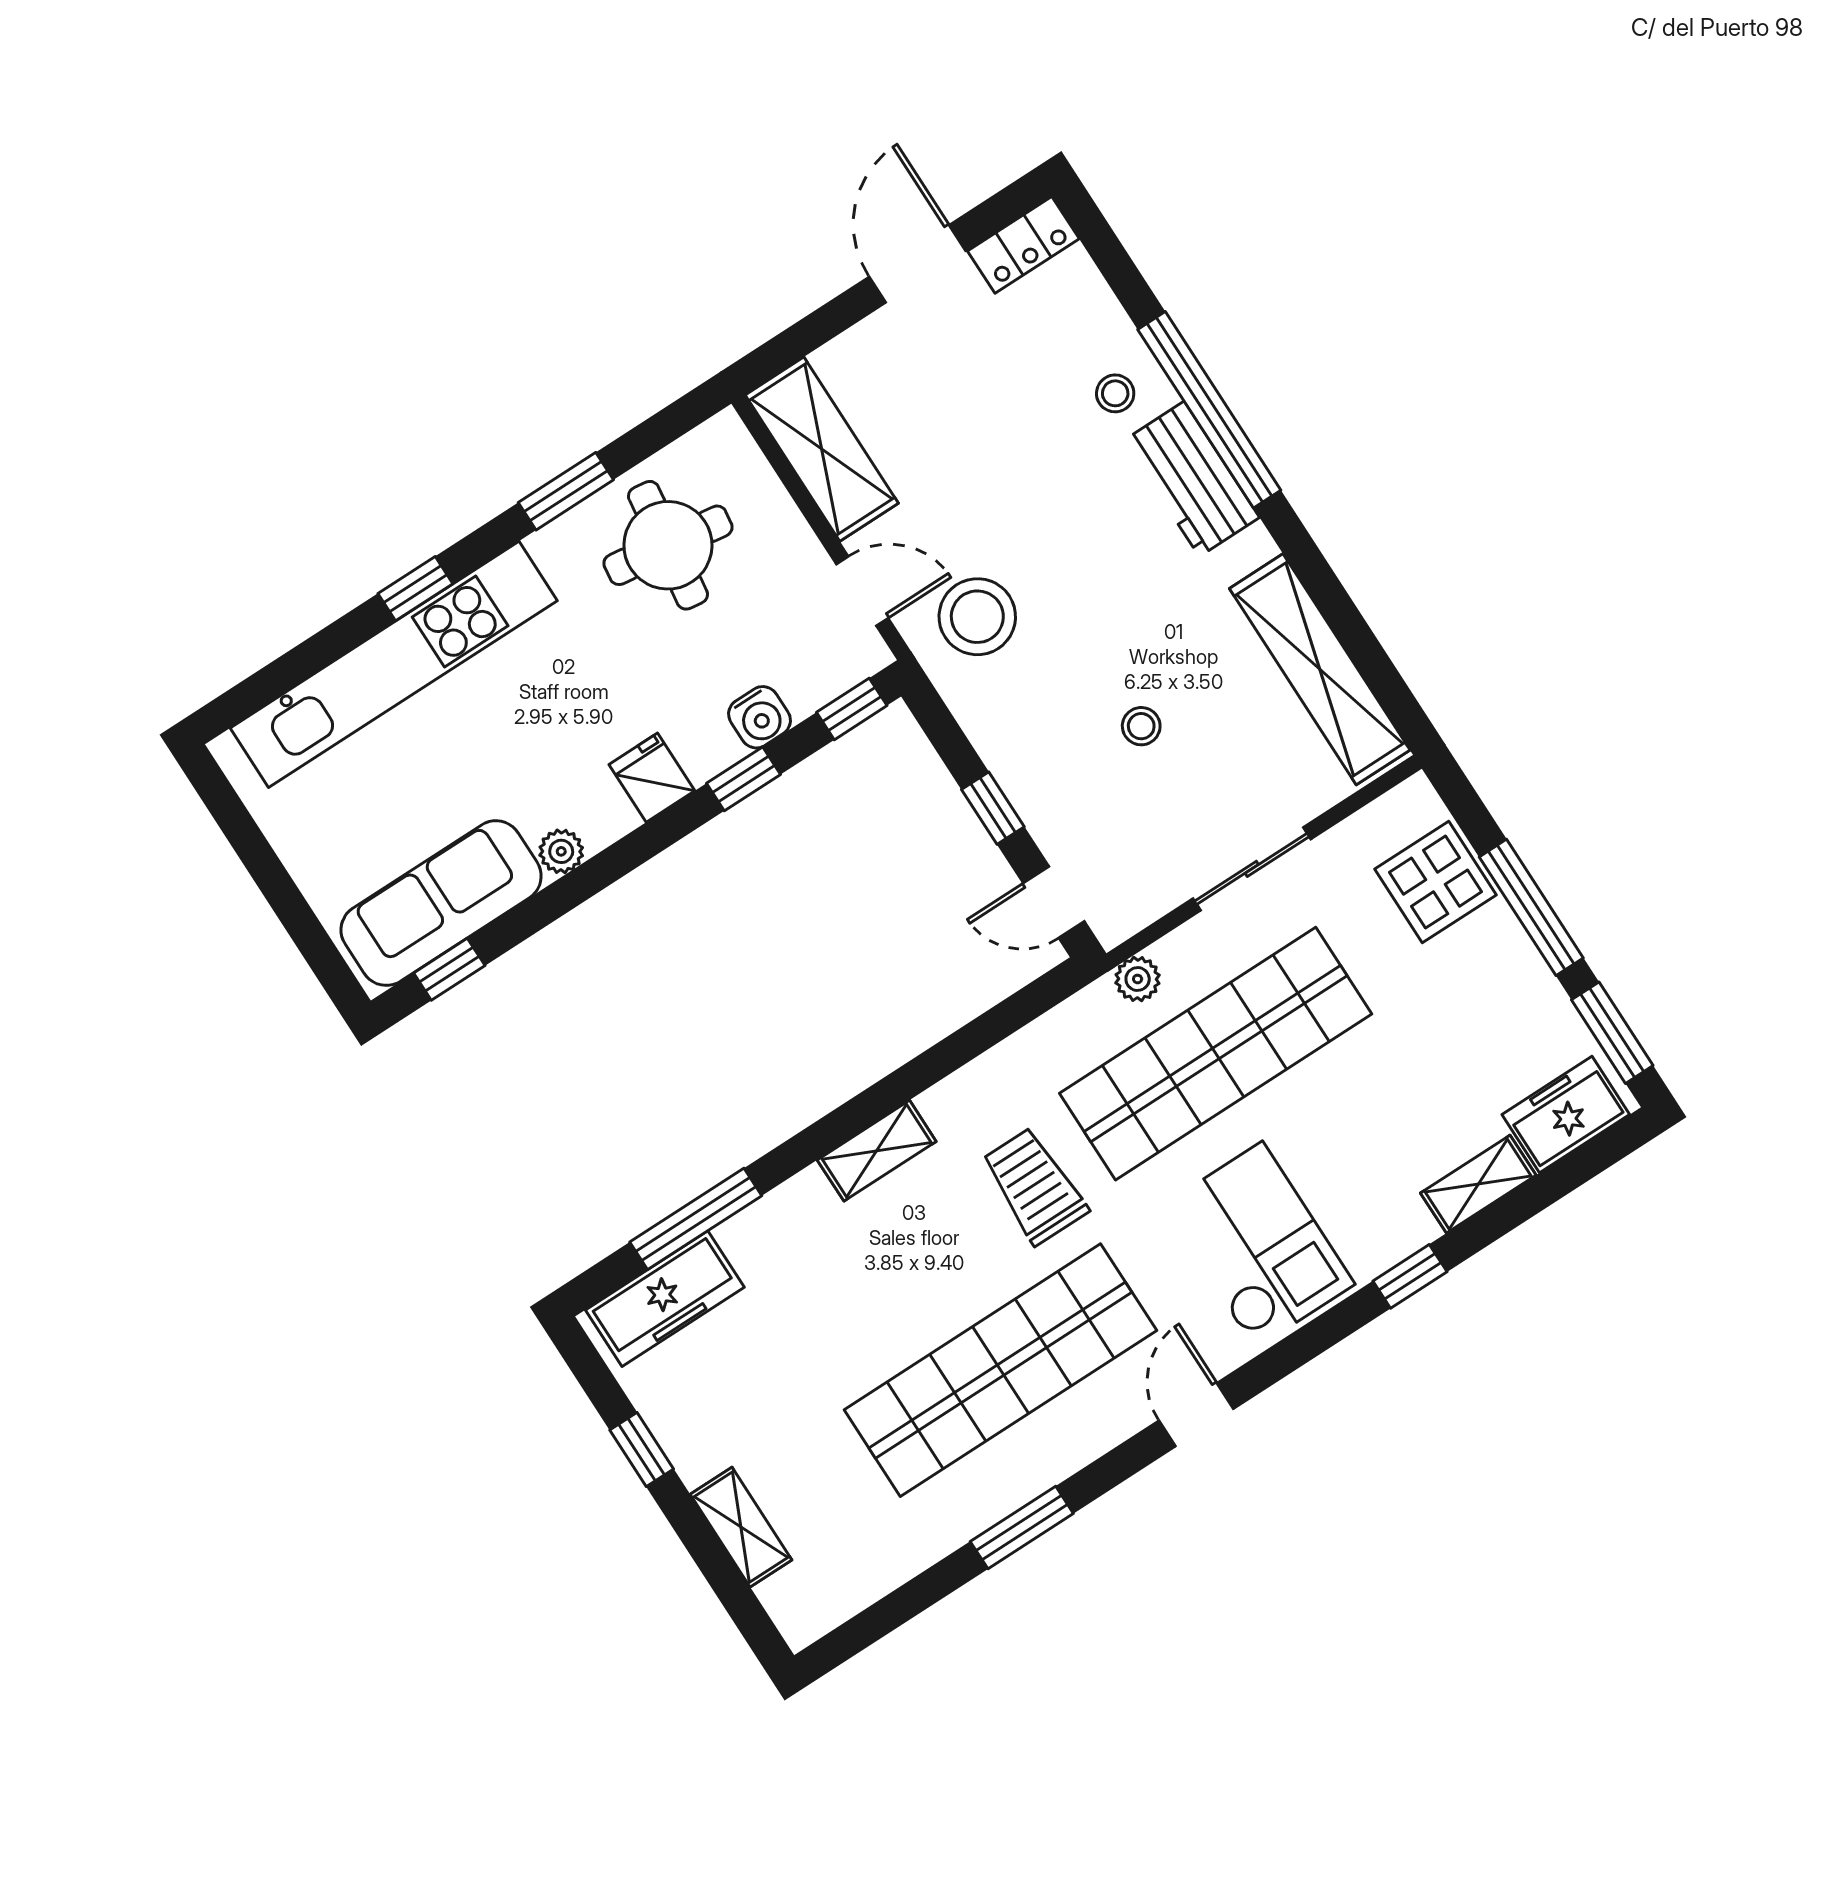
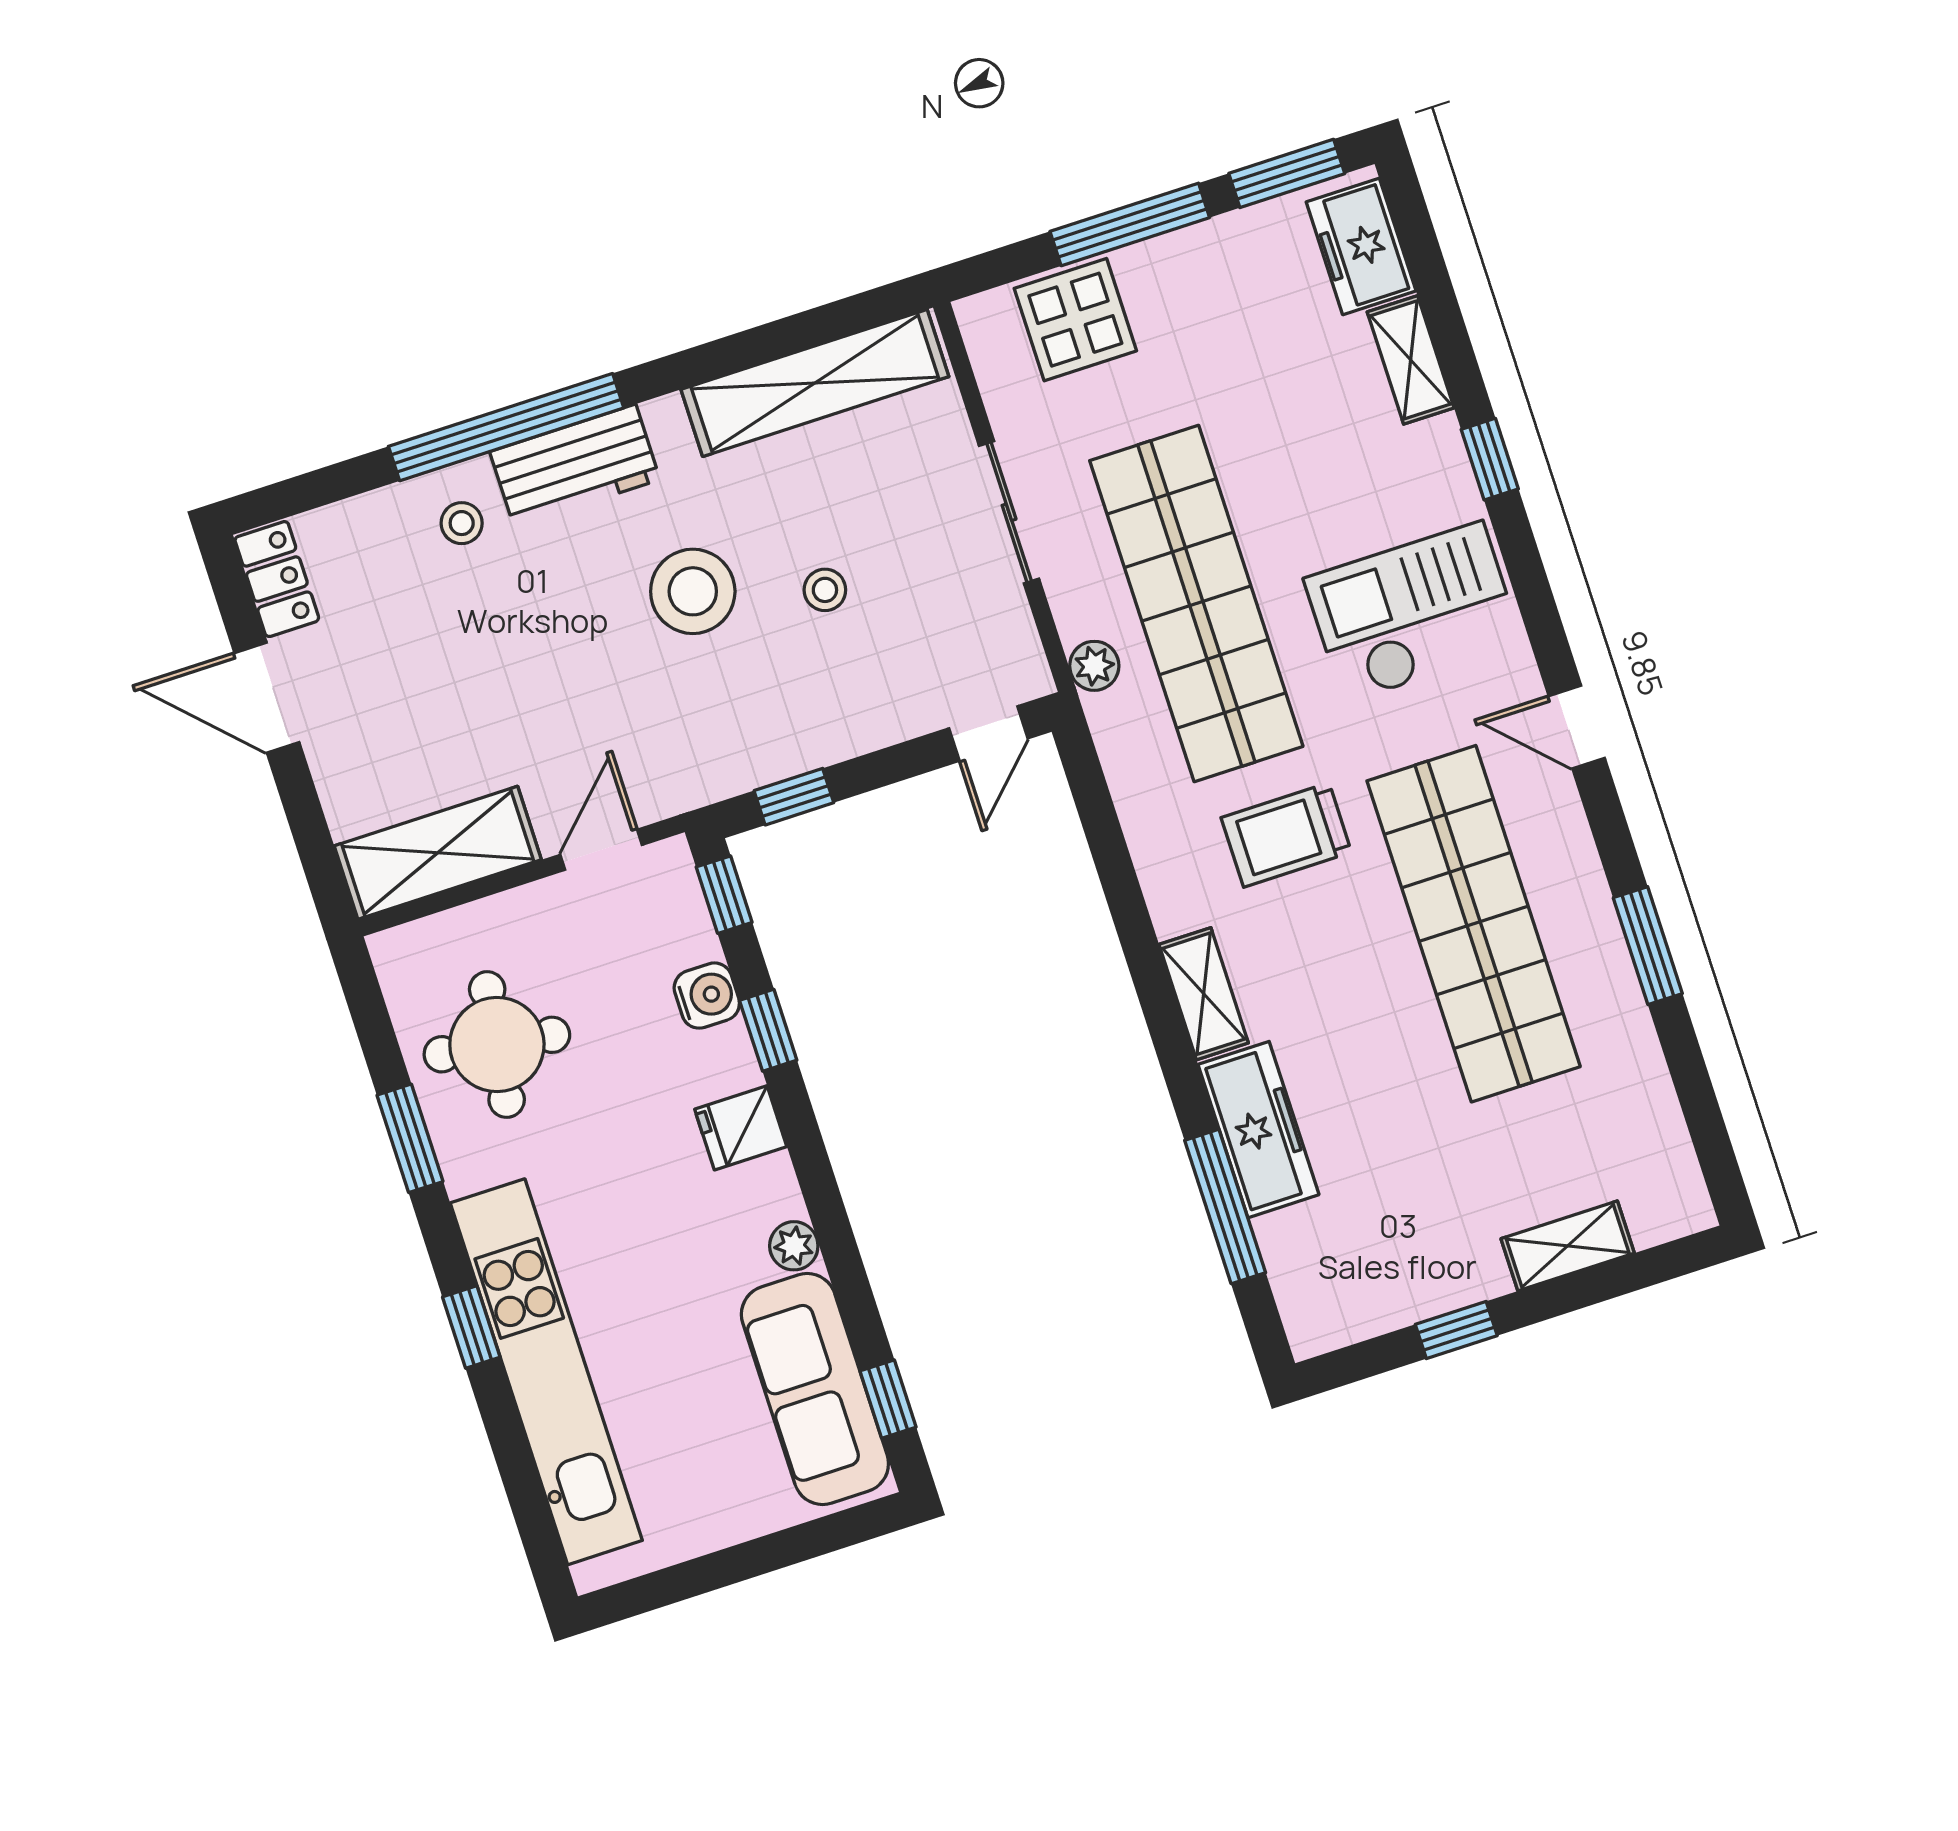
stool: (977, 617) -> (693, 591), moved
window: (993, 808) -> (794, 797), moved
freezer: (665, 1299) -> (1258, 1130), moved

